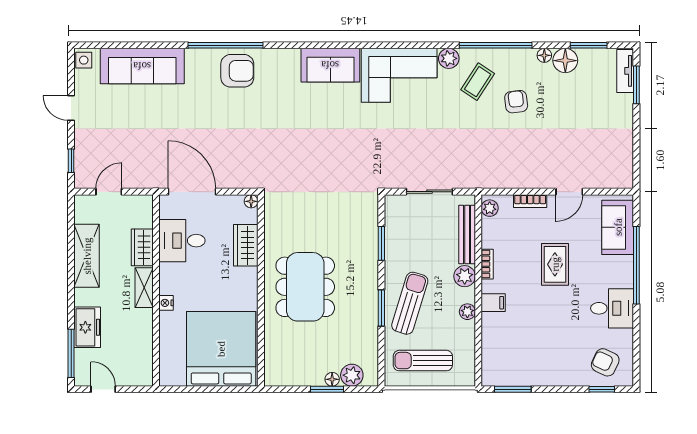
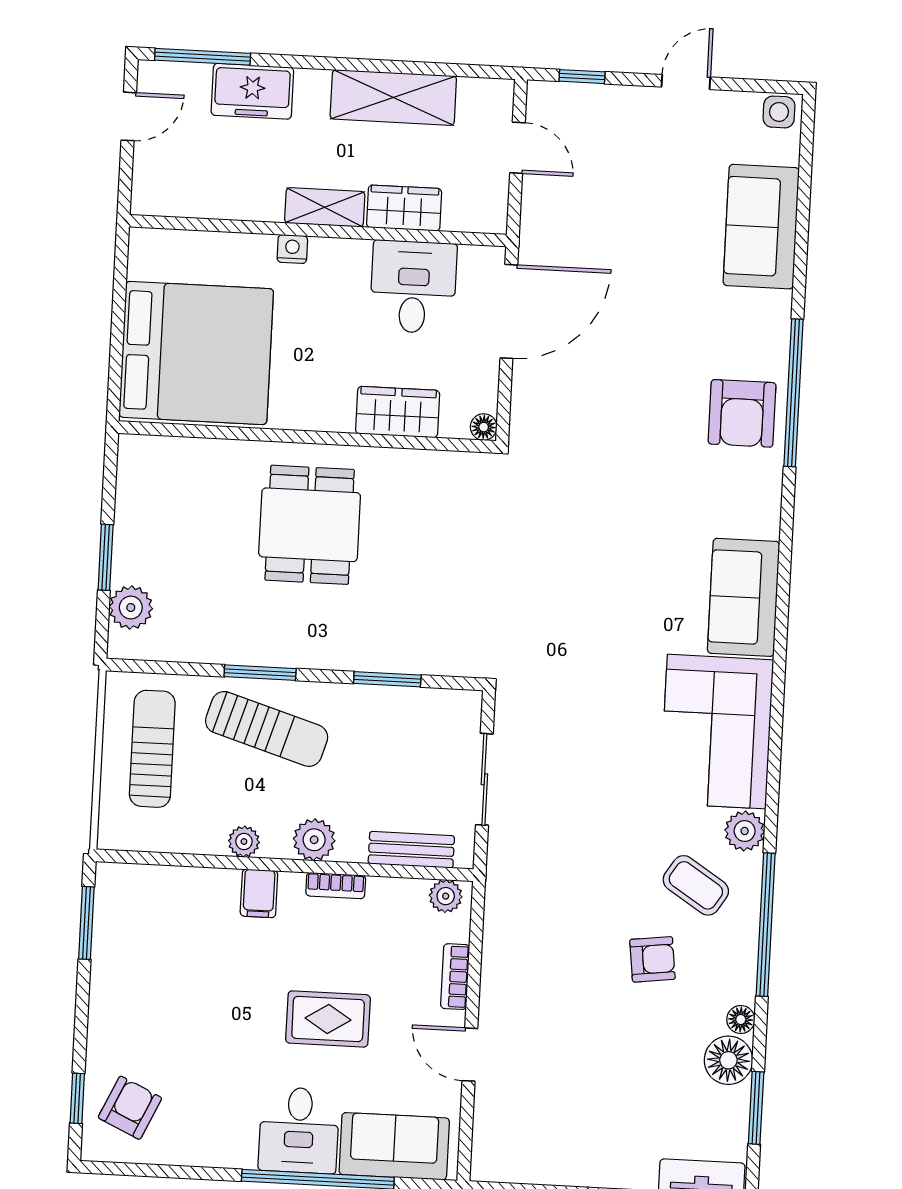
sofa: (142, 66) -> (761, 227), width x0.73
bench: (467, 235) -> (411, 850), width x0.73
dining table: (305, 287) -> (310, 525), width x0.73
desk: (612, 308) -> (299, 1130), moved
floor lamp: (332, 379) -> (125, 568), removed

